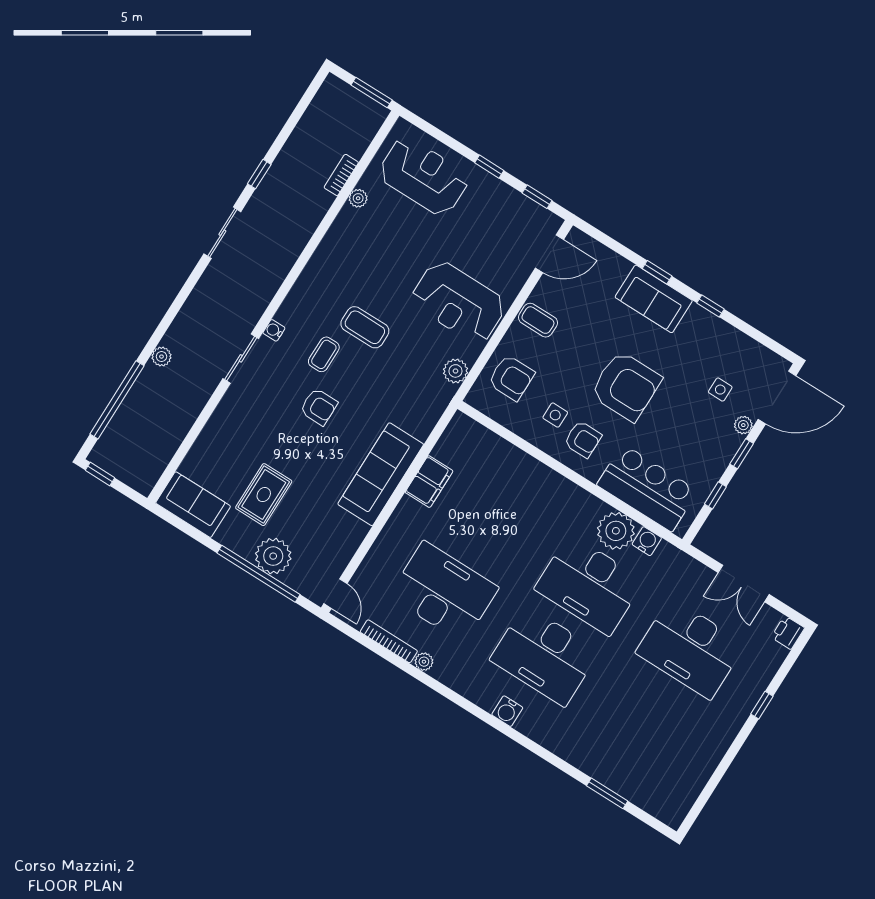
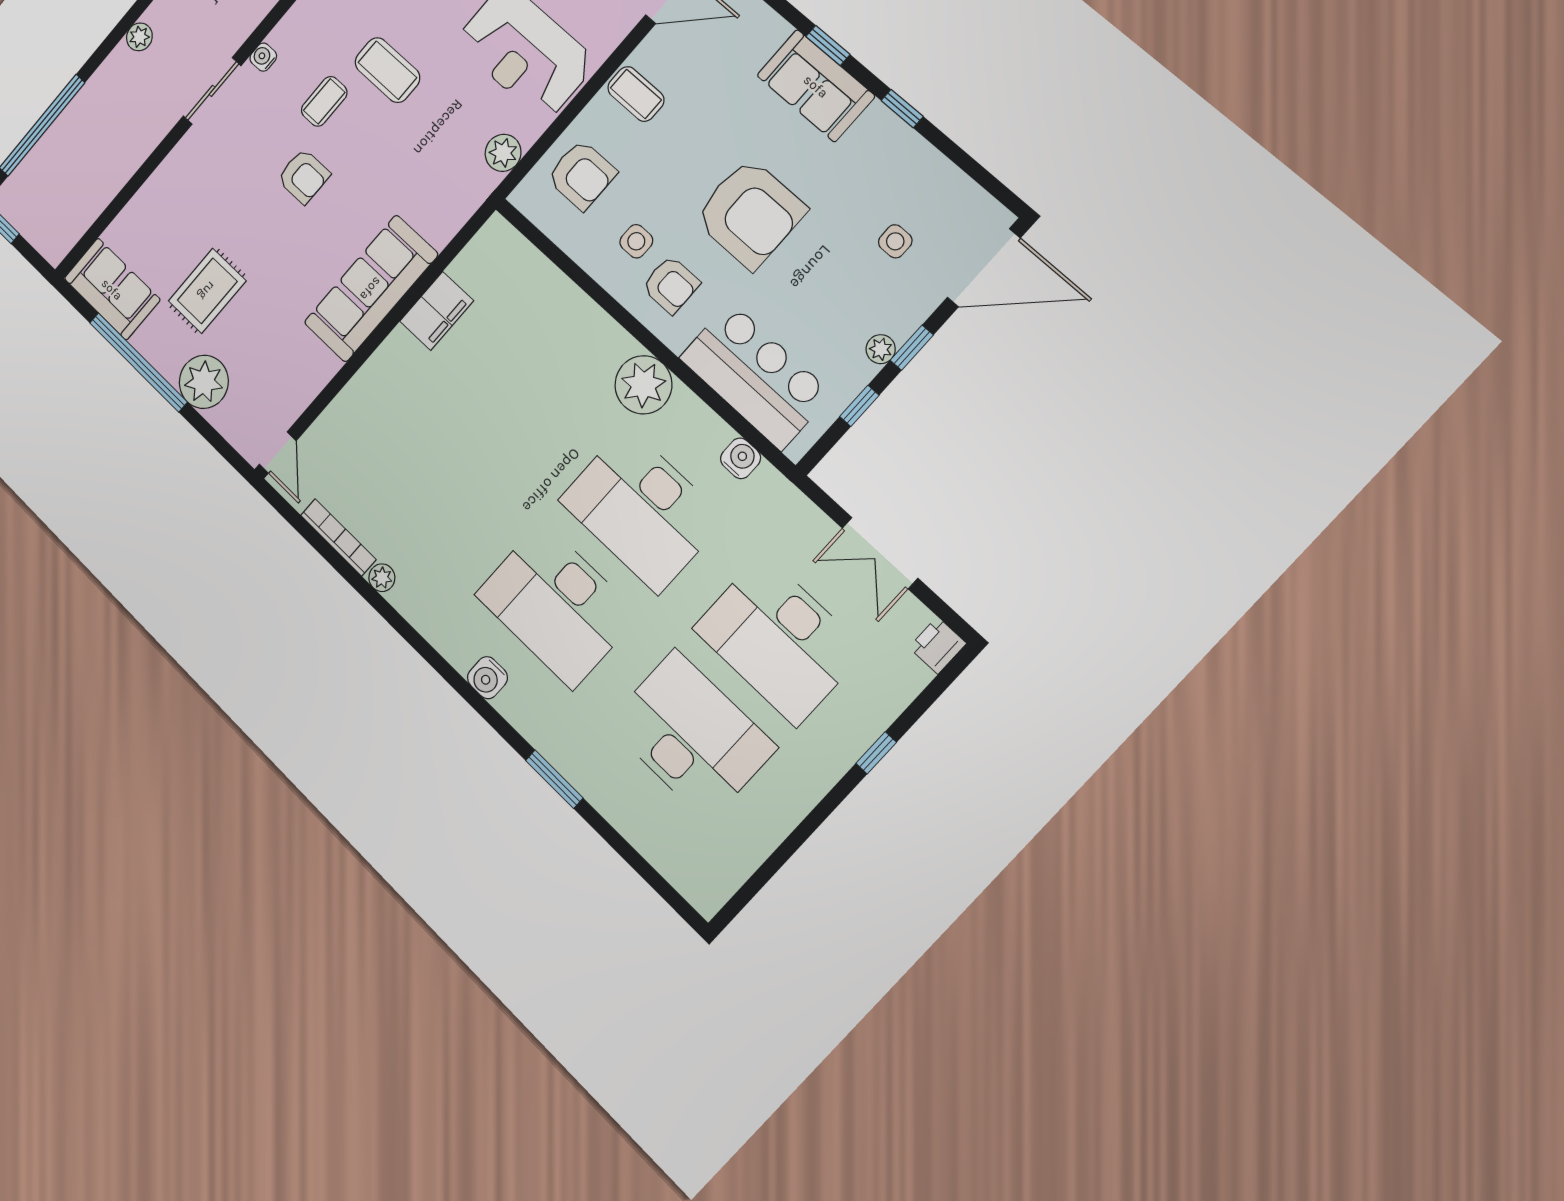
plant: (161, 357) -> (139, 37), moved
plant: (743, 425) -> (881, 349), moved
plant: (616, 531) -> (643, 385), moved
window: (258, 574) -> (138, 362), moved
desk: (444, 592) -> (691, 736), moved
window: (607, 793) -> (554, 779), moved

